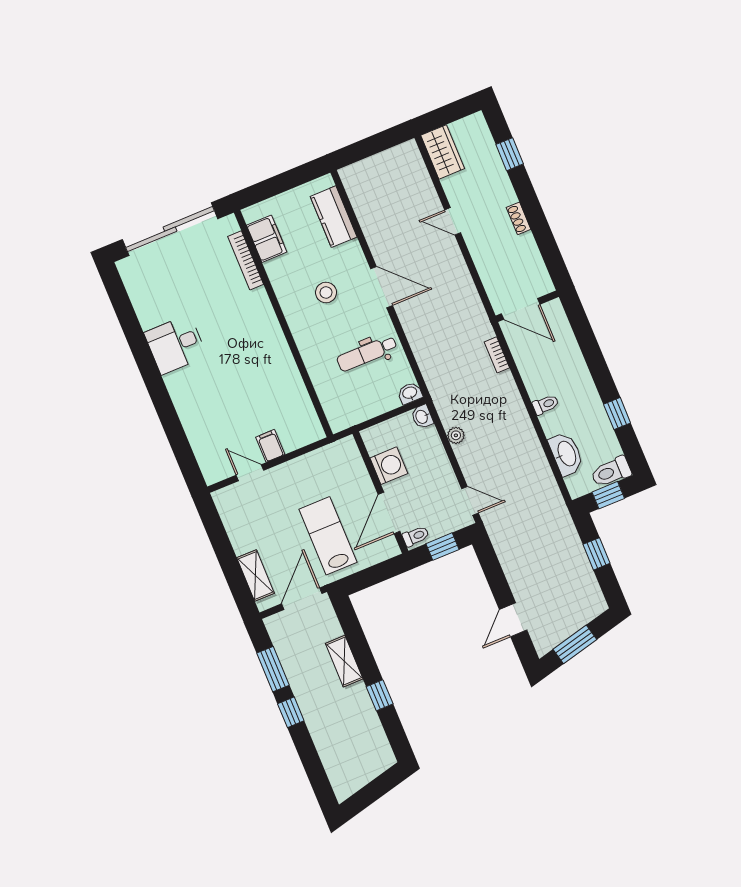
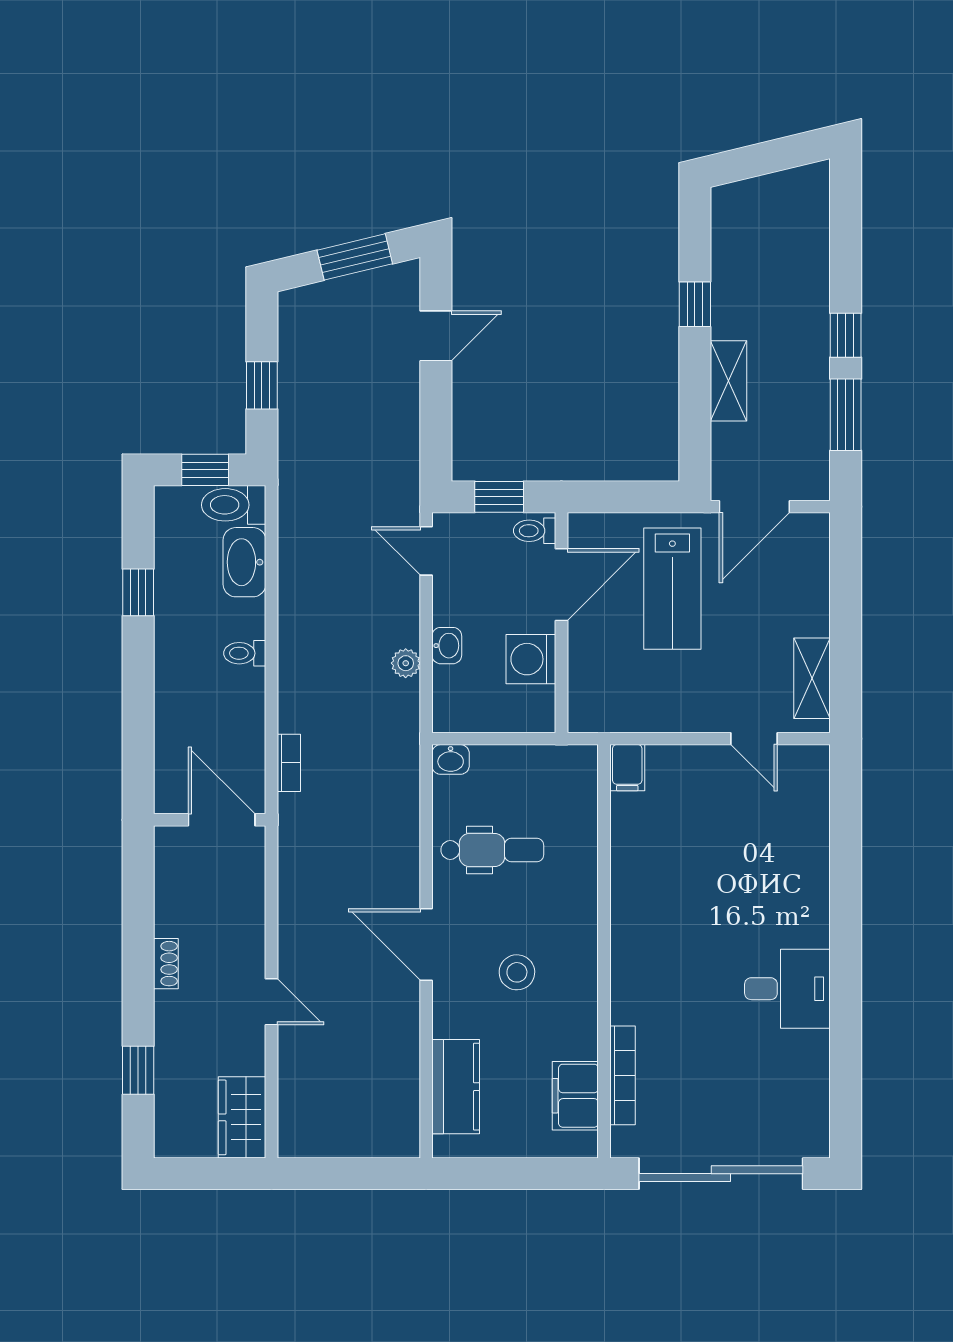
washbasin: (422, 417) -> (447, 646), moved
filing cabinet: (270, 446) -> (627, 768), moved
toilet: (611, 472) -> (234, 505), moved, turned 180
shelving: (256, 576) -> (812, 678), moved

